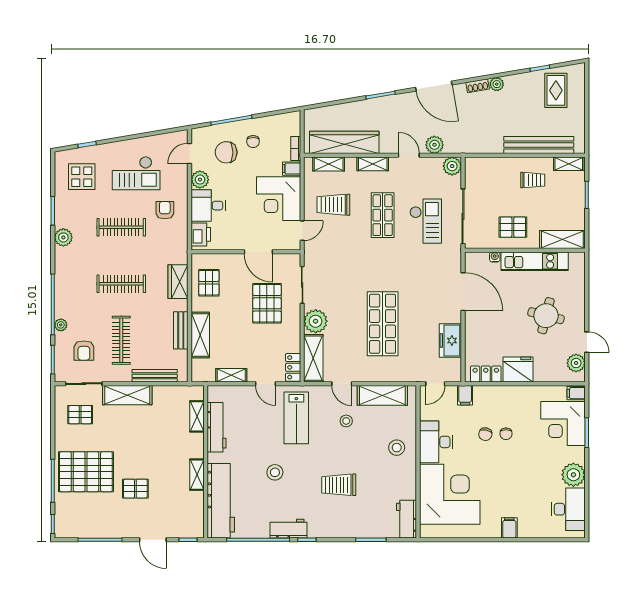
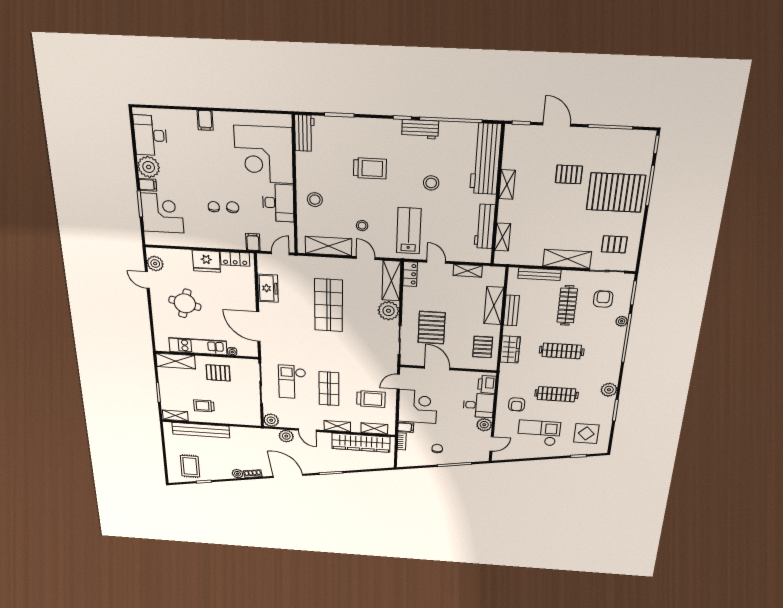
chair: (226, 152) -> (460, 443), removed
filing cabinet: (576, 393) -> (148, 185), moved

